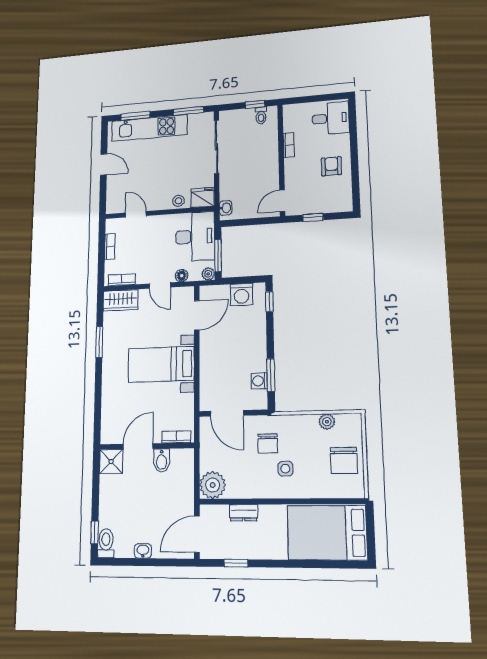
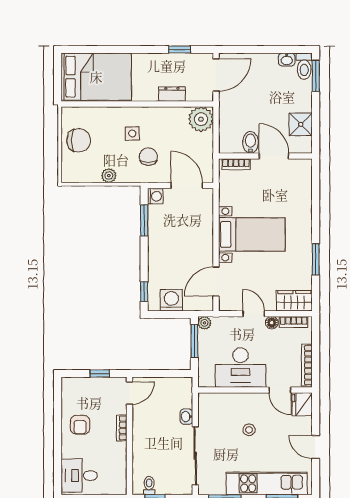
bookcase: (289, 145) -> (122, 428), moved
fridge: (203, 197) -> (302, 404), moved, turned 90
stool: (178, 201) -> (249, 430), moved
washbasin: (226, 208) -> (186, 417), moved
desk: (195, 236) -> (240, 368), moved, turned -90
bookcase: (110, 246) -> (307, 365), width x1.56
floor lamp: (182, 276) -> (272, 323), moved
washing machine: (259, 381) -> (155, 196), moved
plant: (327, 422) -> (109, 176), moved
door: (138, 446) -> (274, 156), swing flipped
chair: (344, 460) -> (79, 140), turned 90
shower: (111, 462) -> (301, 124), moved
window: (95, 532) -> (316, 76), width x1.50
washbasin: (143, 551) -> (287, 60), moved

